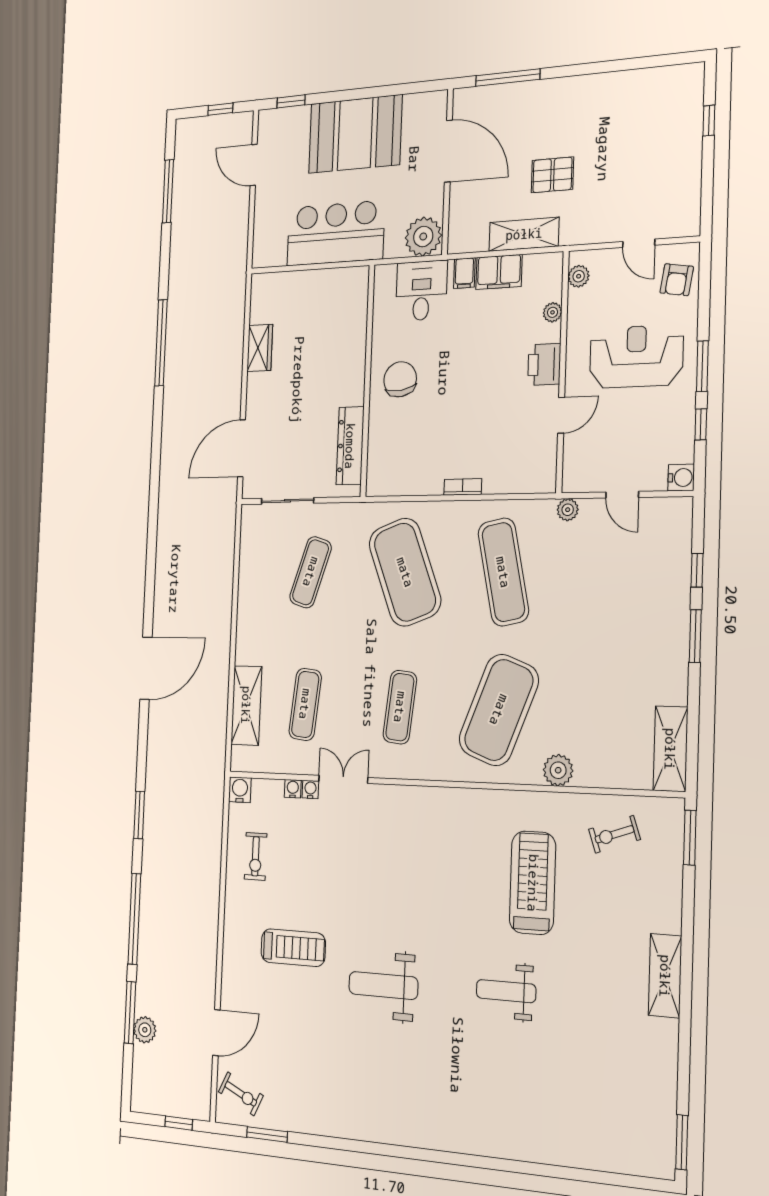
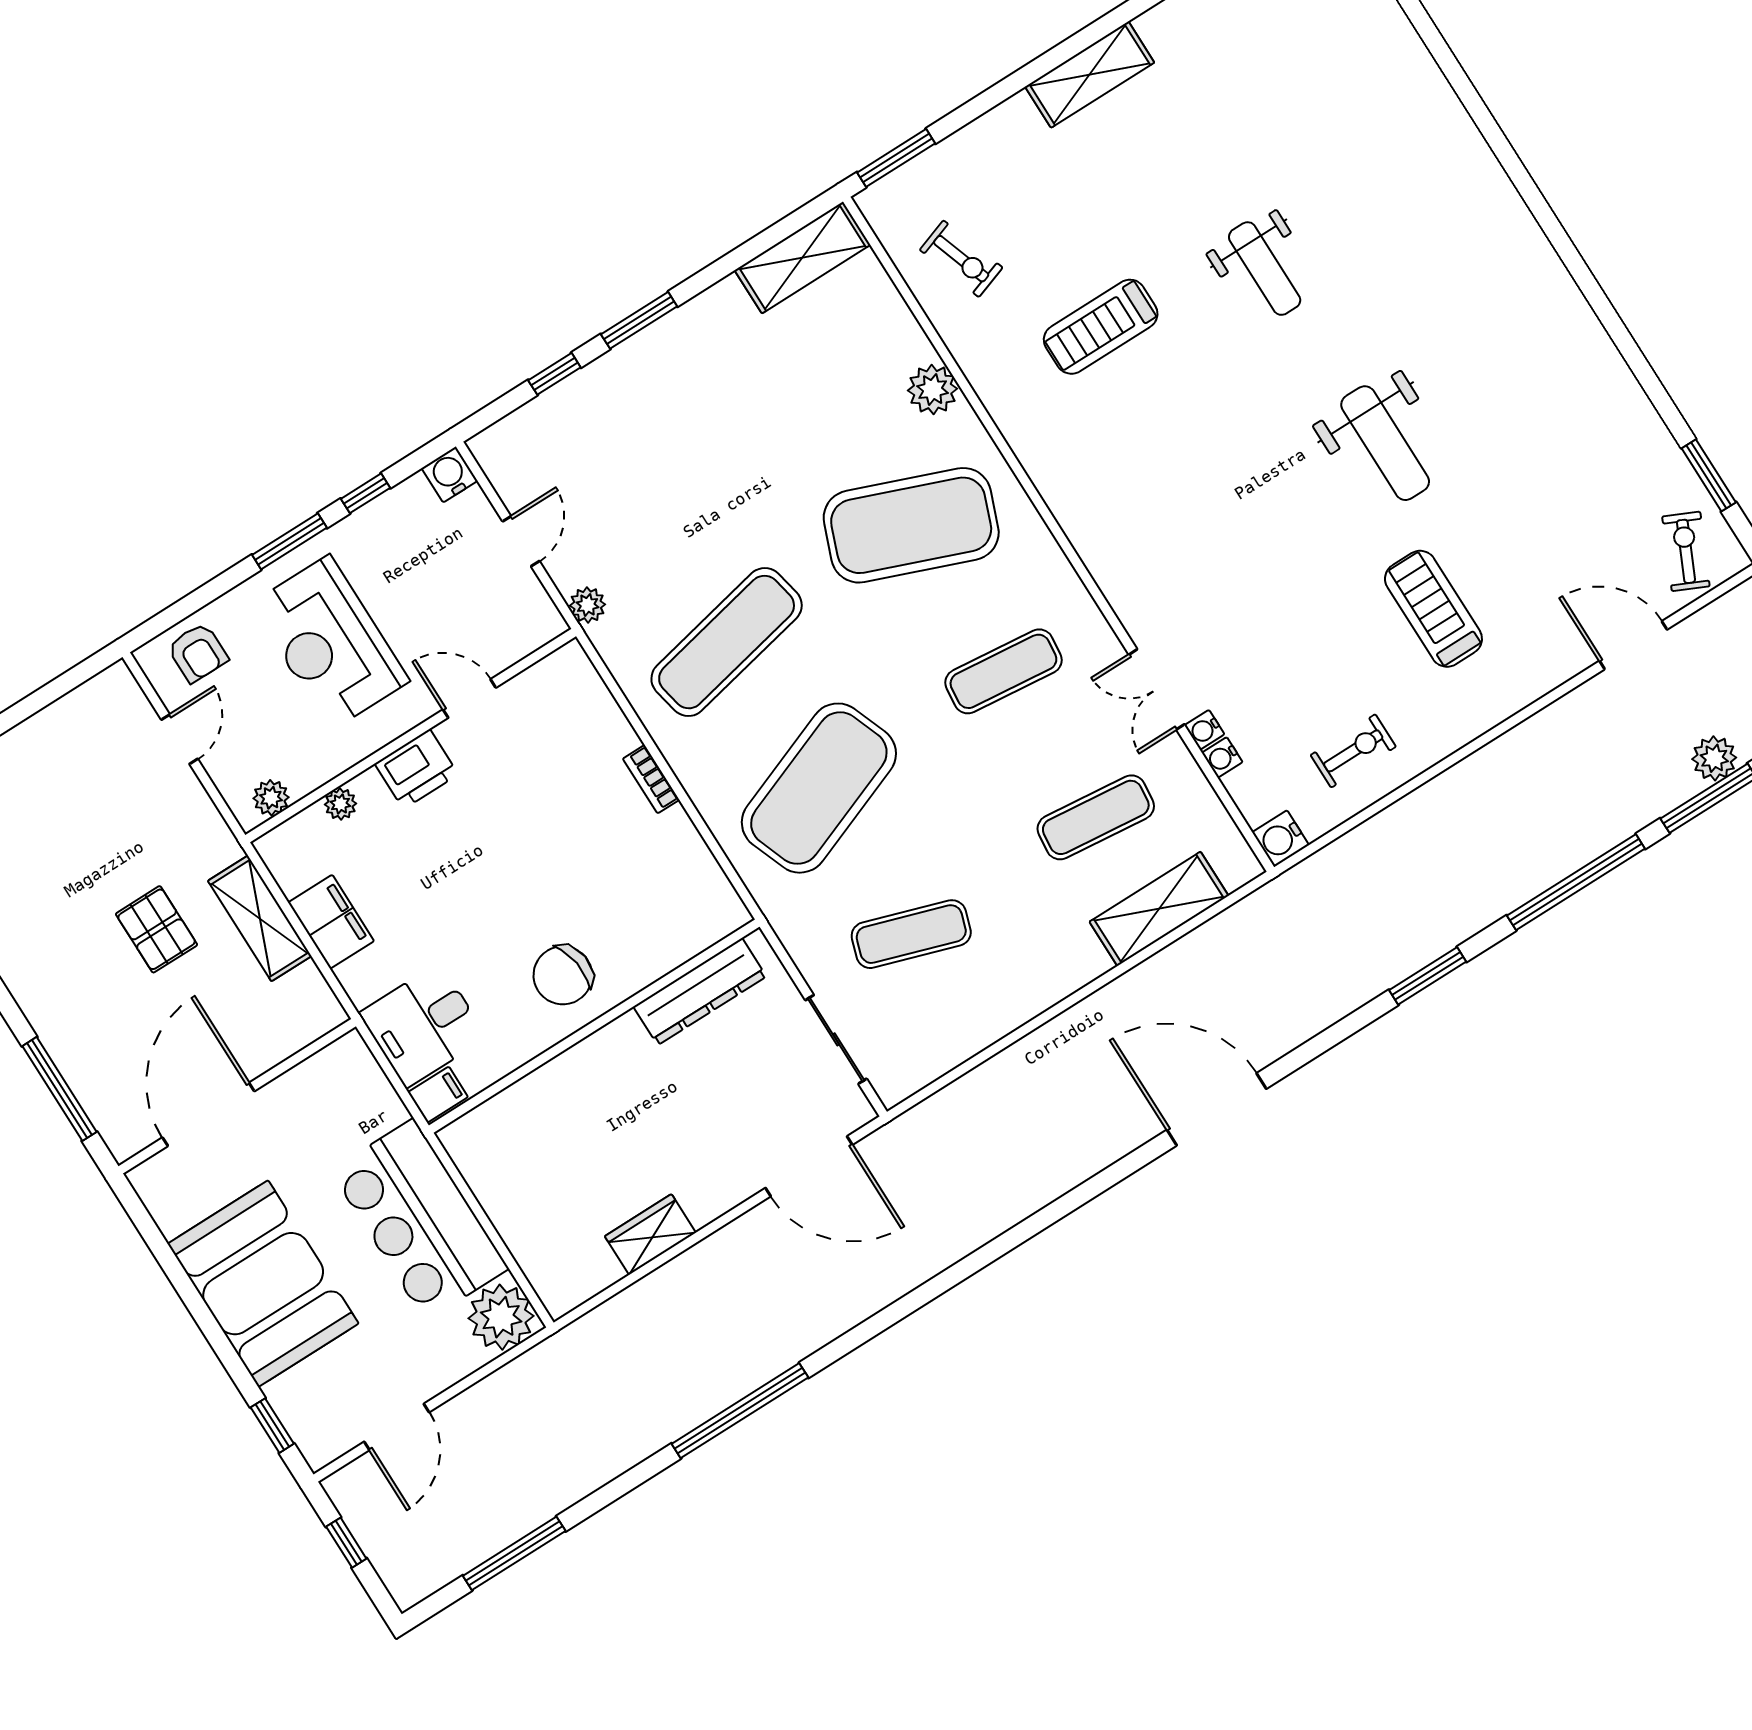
plant: (423, 237) -> (501, 1317), moved
filing cabinet: (464, 273) -> (438, 1095), moved
armchair: (677, 280) -> (198, 653), turned 81
treadmill: (533, 883) -> (1101, 327), width x0.73, depth x0.73

